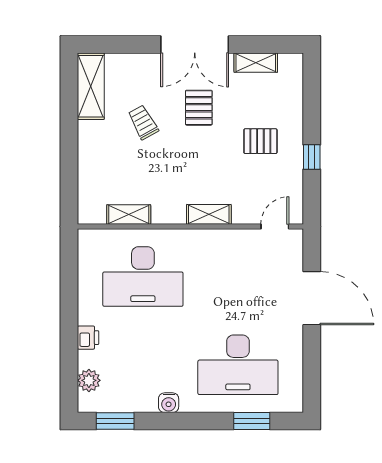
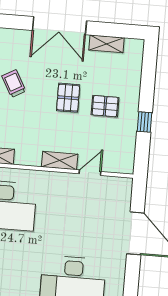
pallet: (199, 108) -> (68, 98), moved
door: (275, 226) -> (90, 173), moved

